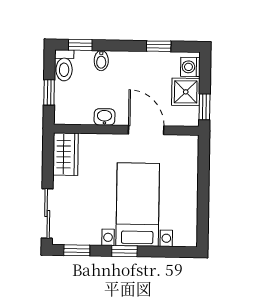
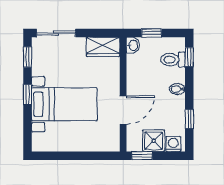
bidet: (101, 61) -> (177, 89), moved
toilet: (64, 65) -> (173, 60), moved
washbasin: (105, 117) -> (133, 45), moved

